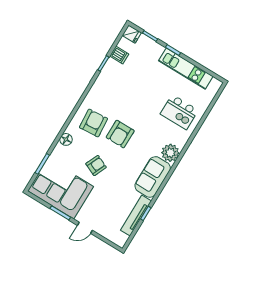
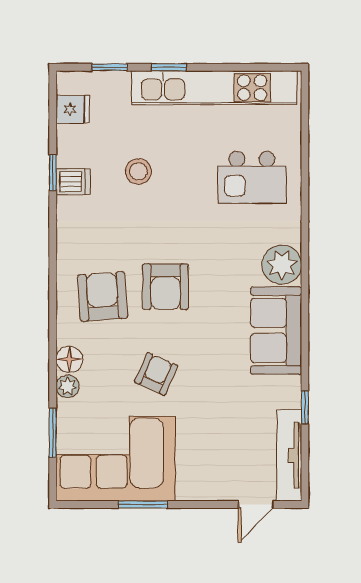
fridge: (132, 34) -> (73, 109), moved
dishwasher: (119, 55) -> (73, 182), moved
kitchen unit: (186, 69) -> (214, 88), width x1.36
stool: (137, 83) -> (138, 171), added
plant: (59, 150) -> (68, 386), added
tv unit: (136, 216) -> (289, 455), moved
door: (85, 228) -> (256, 504), moved

